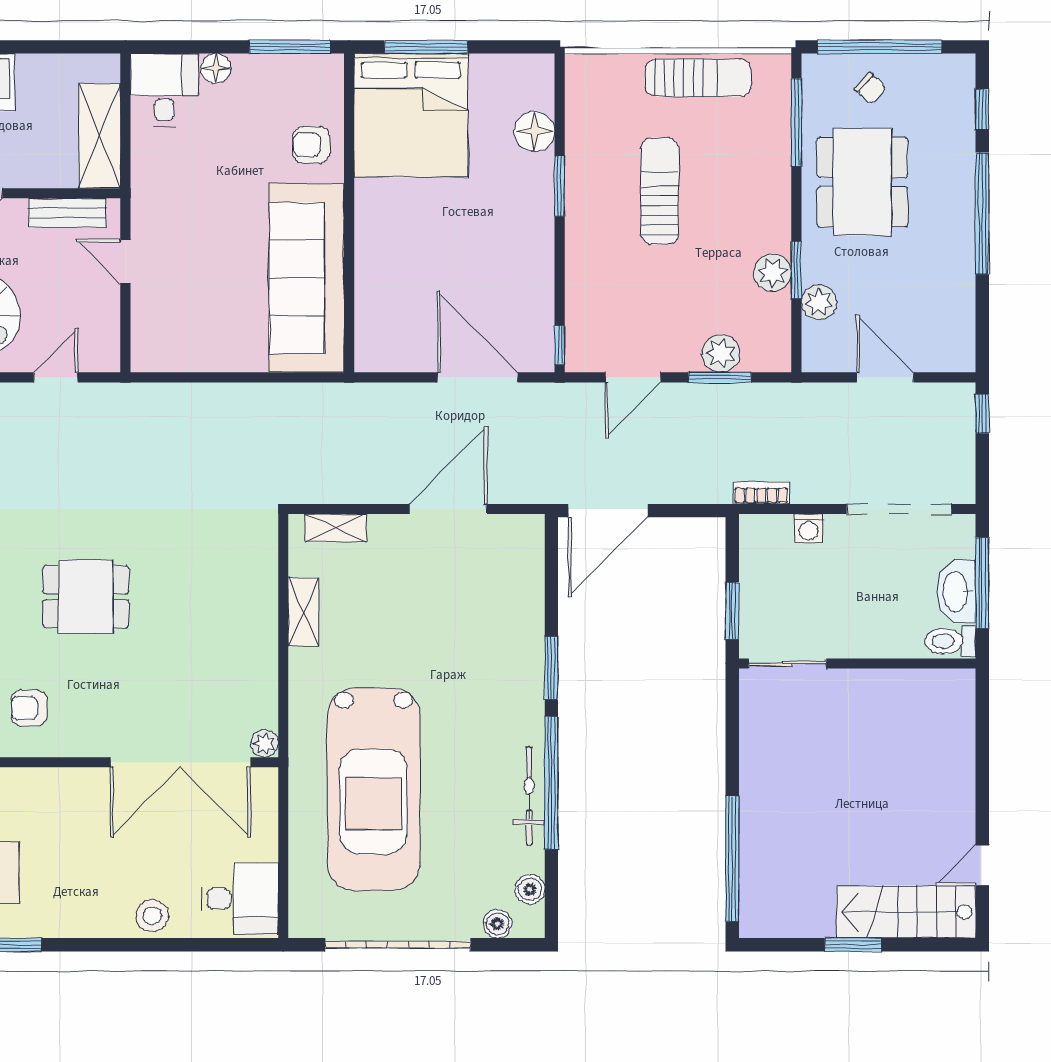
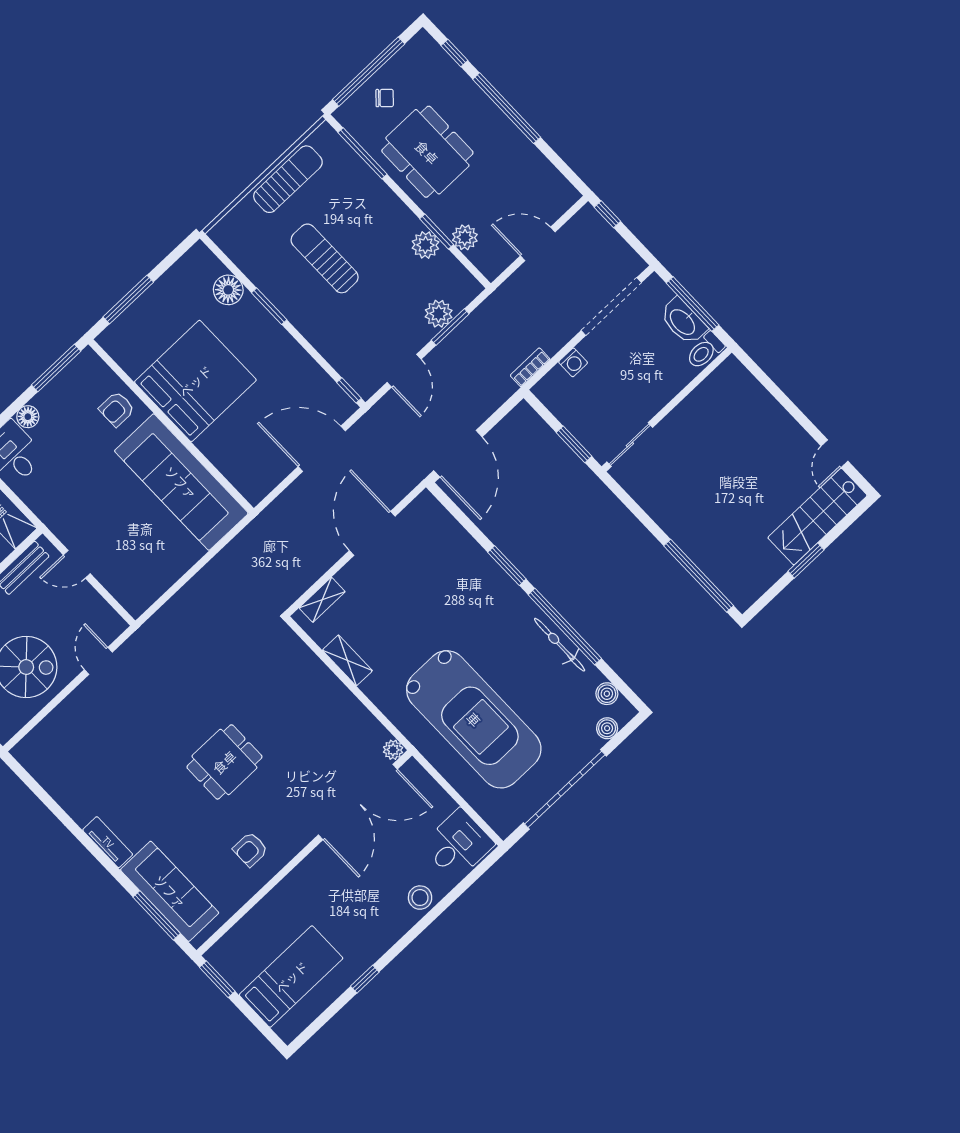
bed: (411, 115) -> (195, 381), moved, turned -90

